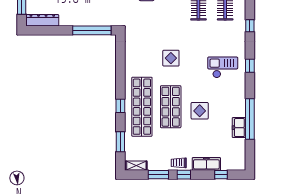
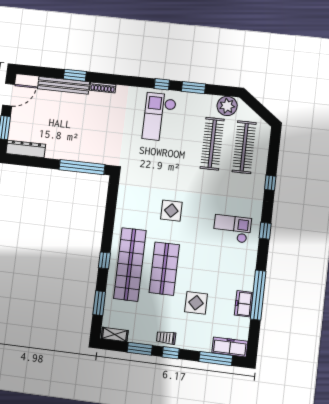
display table: (200, 111) -> (196, 303), moved
freezer: (206, 164) -> (230, 347), moved
window: (221, 175) -> (216, 359), width x2.17

